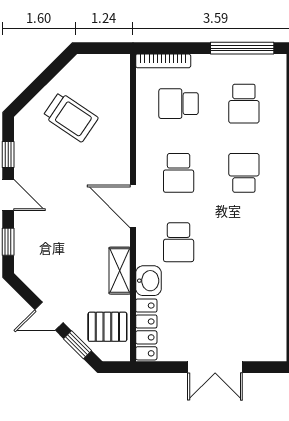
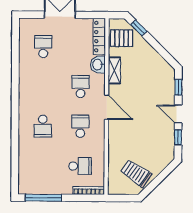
school desk: (244, 104) -> (43, 47), moved
trolley: (71, 117) -> (136, 173), moved
door: (49, 316) -> (155, 45), removed

